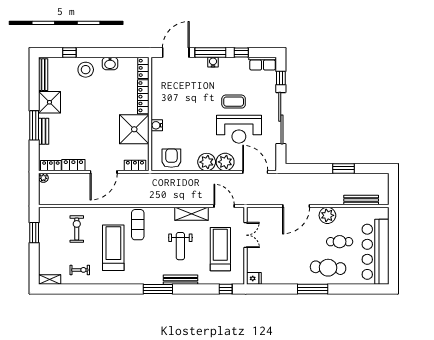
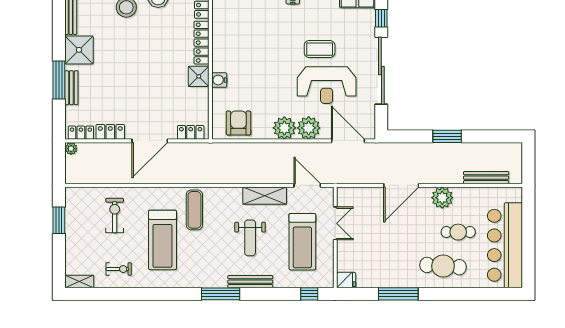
shower: (134, 129) -> (199, 76), width x0.54, depth x0.54
window: (344, 168) -> (447, 136), moved
treadmill: (113, 248) -> (162, 240), turned 180
treadmill: (220, 249) -> (302, 242), turned 180
window: (313, 289) -> (398, 294), moved

